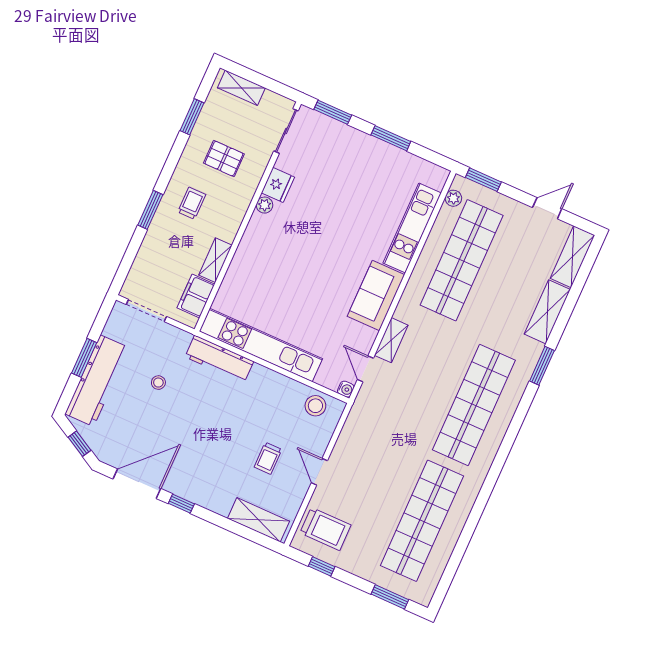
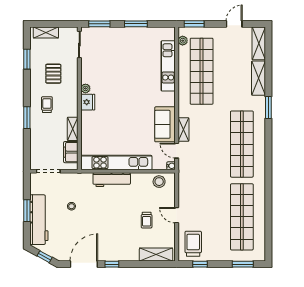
pallet: (224, 159) -> (53, 74), turned 90
fridge: (278, 185) -> (88, 102), moved
sofa: (376, 296) -> (165, 124), moved
workbench: (219, 359) -> (112, 180), moved
trolley: (325, 529) -> (193, 244), turned -90

